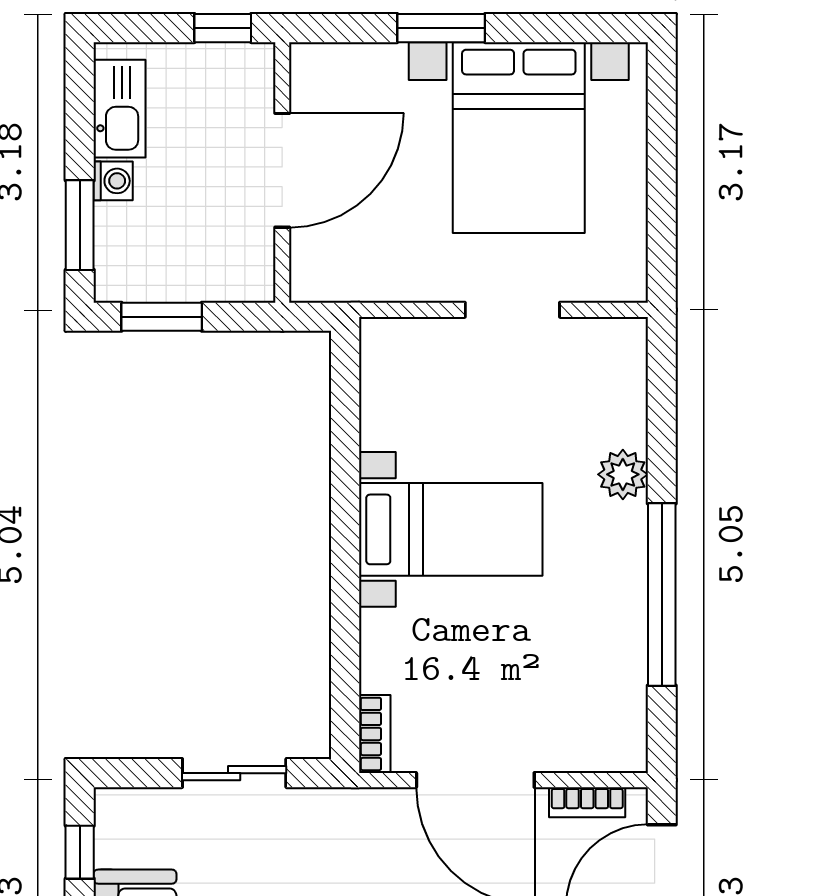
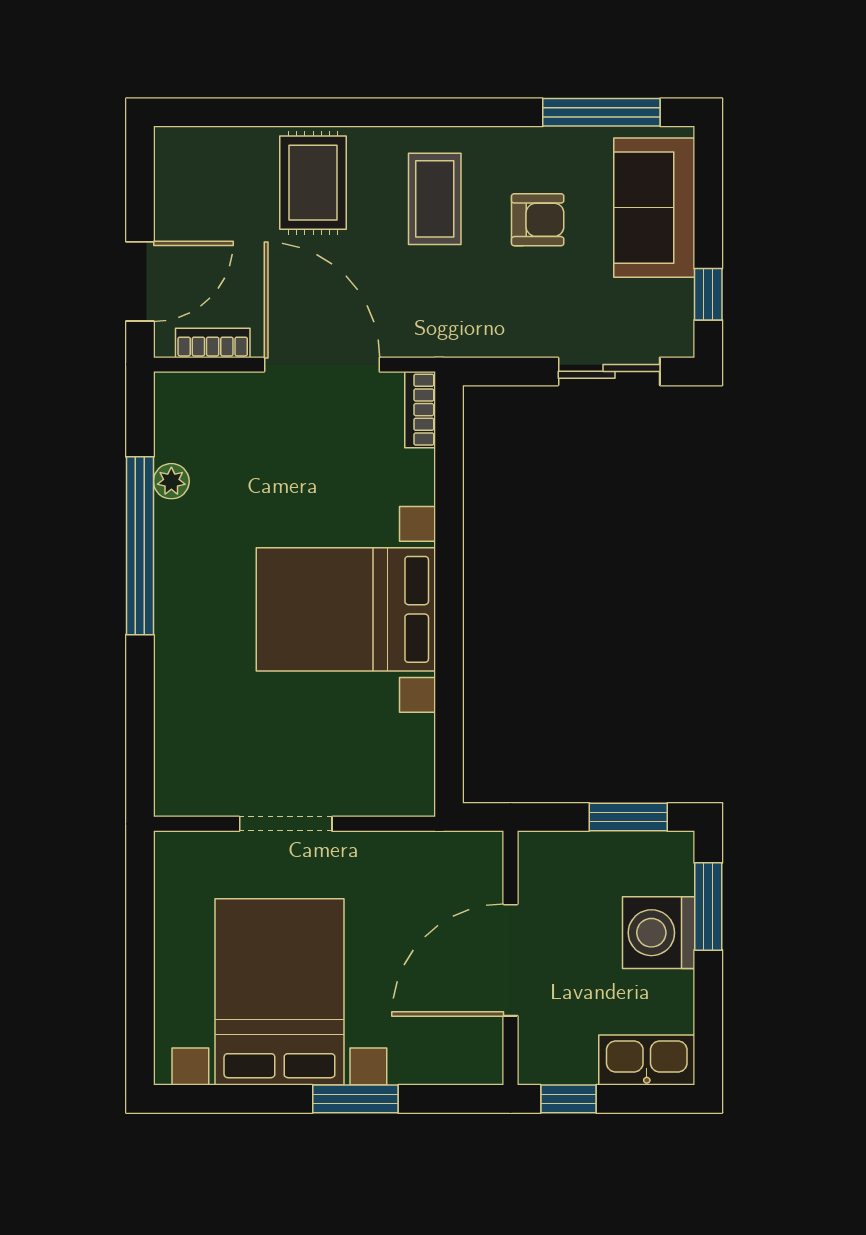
kitchen sink: (119, 109) -> (647, 1060), moved, turned 90
washing machine: (113, 181) -> (659, 933), width x1.89, depth x1.89
plant: (623, 474) -> (171, 481), moved, width x0.73, depth x0.73
bed with nightstands: (451, 529) -> (346, 609), width x1.36
sliding door: (234, 773) -> (609, 371), moved

